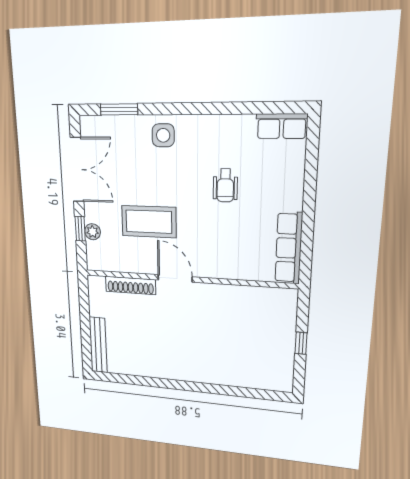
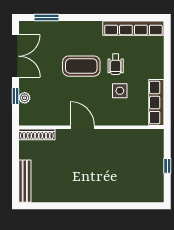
row of seats: (282, 126) -> (133, 28), width x2.02
side table: (163, 135) -> (120, 91), moved
coffee table: (149, 222) -> (81, 66), moved
shoe rack: (130, 285) -> (37, 134), moved

